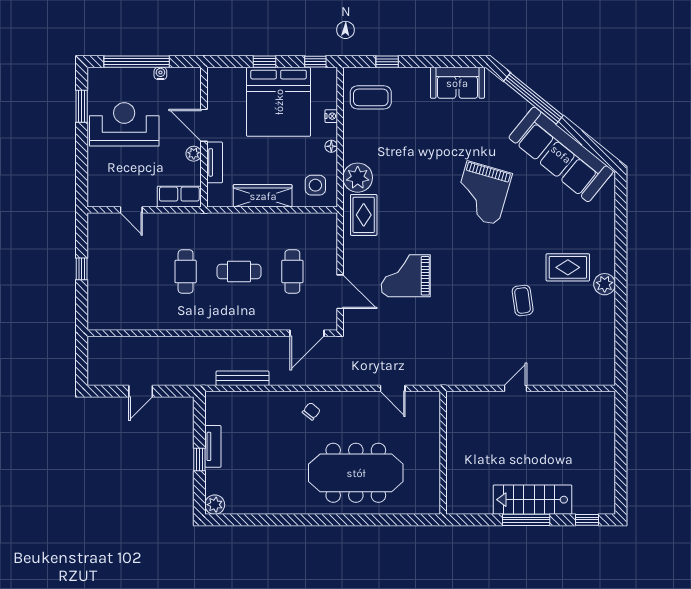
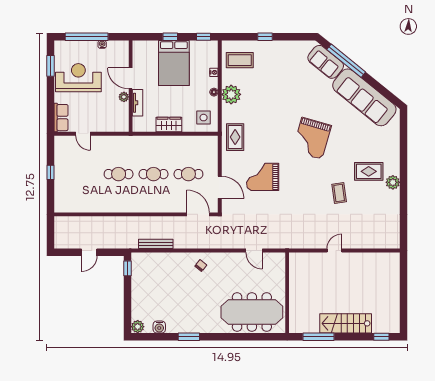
window: (387, 62) -> (265, 37), moved
sofa: (457, 83) -> (326, 62), moved, turned 39
bed: (279, 102) -> (174, 63), width x0.73
plant: (358, 178) -> (231, 94), moved
grand piano: (482, 193) -> (312, 138), moved
wardrobe: (263, 196) -> (169, 125), width x0.67
row of seats: (179, 197) -> (61, 118), moved, turned 90
cafe table: (186, 272) -> (119, 174), turned 90
cafe table: (292, 272) -> (188, 174), turned 90
door: (307, 333) -> (198, 214), swing flipped
tv unit: (213, 446) -> (136, 289), removed
window: (199, 459) -> (128, 268), moved
meeting table: (356, 473) -> (252, 312), moved
water cooler: (248, 505) -> (159, 327), added
window: (293, 520) -> (189, 337), added
window: (526, 520) -> (318, 337), moved

